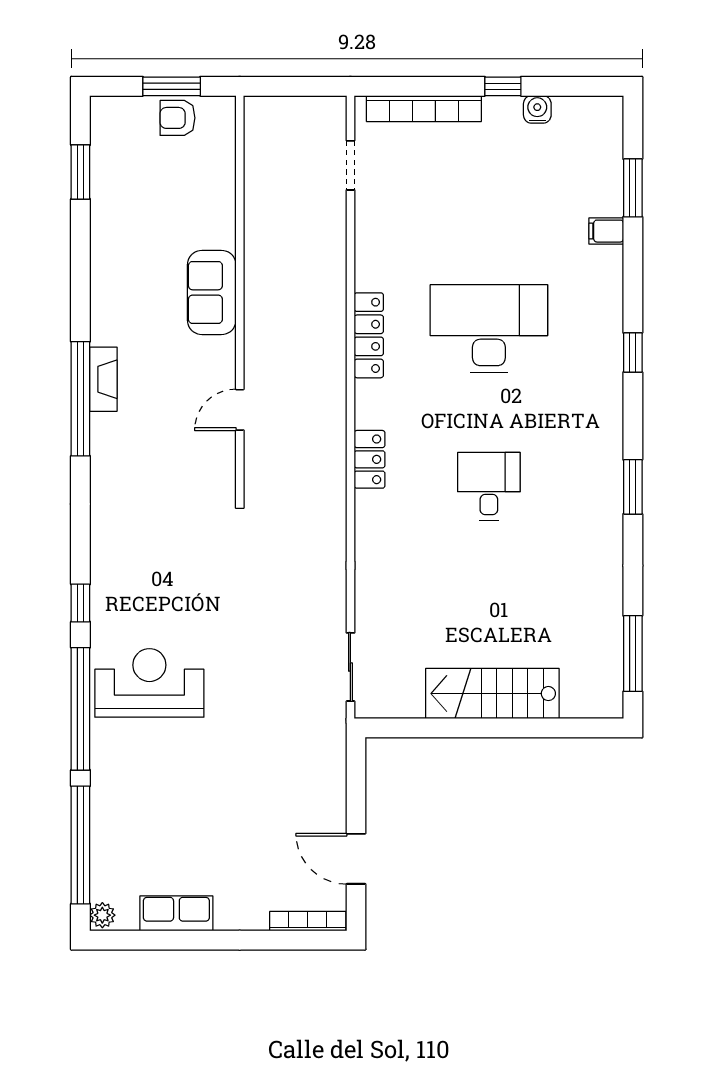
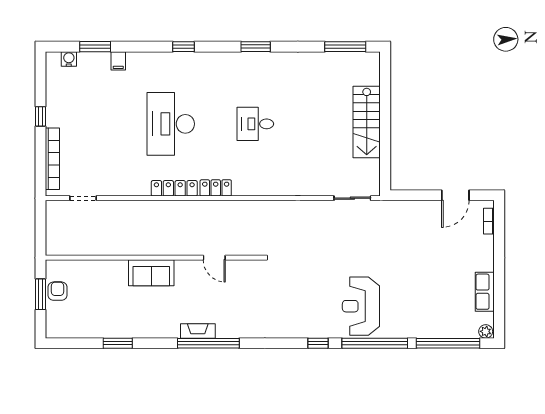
water cooler: (537, 109) -> (69, 59), moved, turned 90
armchair: (177, 118) -> (58, 291), turned 180
window: (80, 172) -> (118, 343), moved
locker: (370, 459) -> (216, 188), moved
bookcase: (308, 921) -> (489, 221), width x0.64

